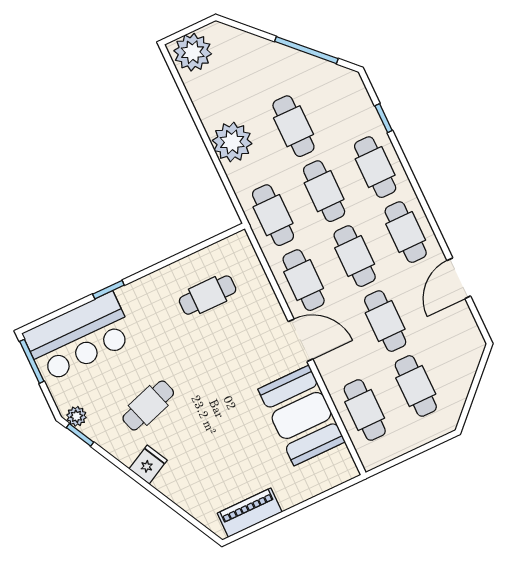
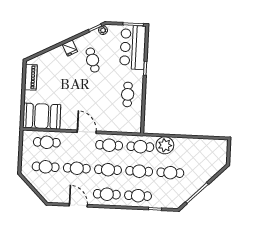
plant: (193, 52) -> (219, 149), removed
plant: (232, 142) -> (165, 145), moved
cafe table: (208, 295) -> (128, 94), moved
door: (300, 340) -> (87, 132), swing flipped
booth: (301, 415) -> (42, 116), moved

